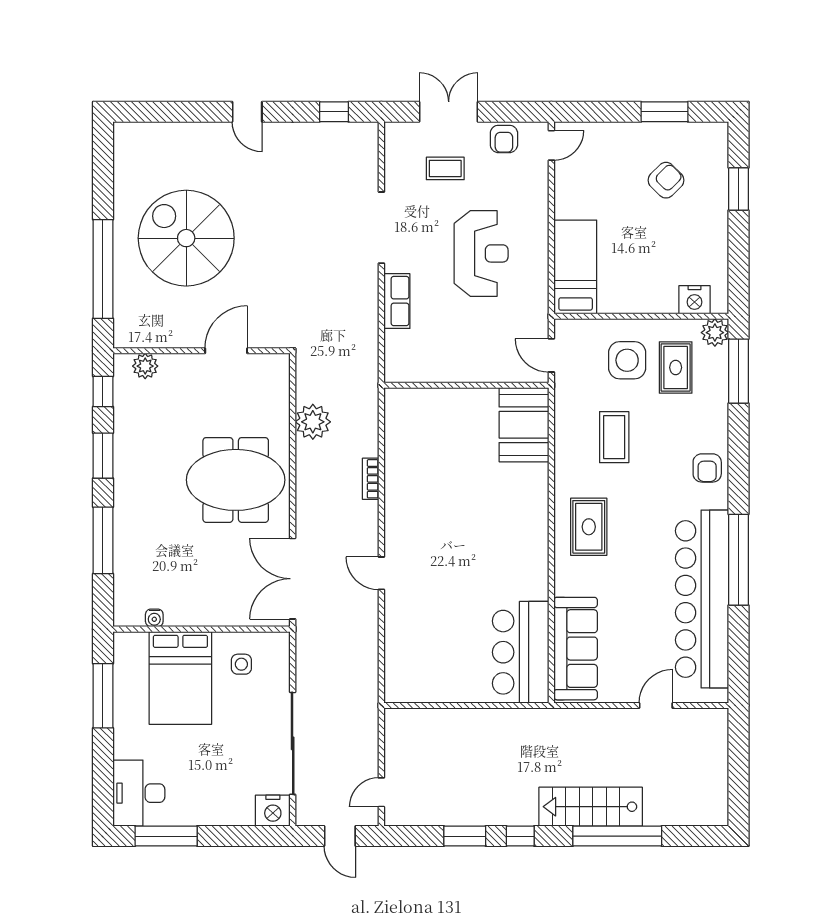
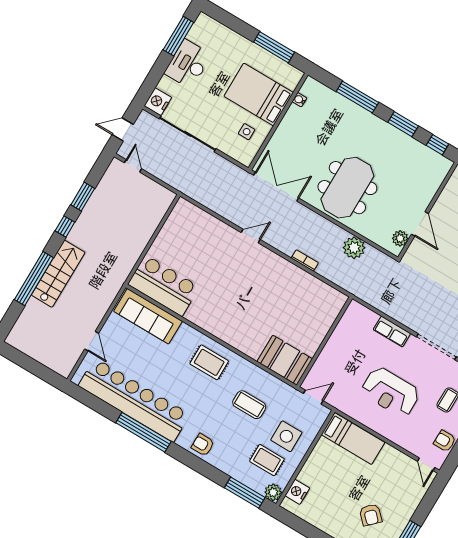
plant: (145, 366) -> (400, 238), moved
desk: (139, 793) -> (188, 64), moved, turned -90

